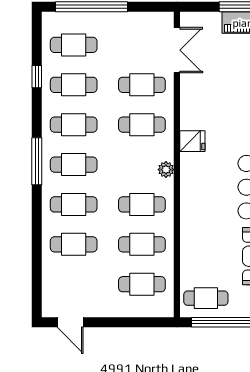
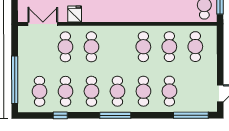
fridge: (192, 141) -> (75, 14), moved
plant: (166, 170) -> (121, 31), removed
window: (37, 277) -> (191, 115), added

